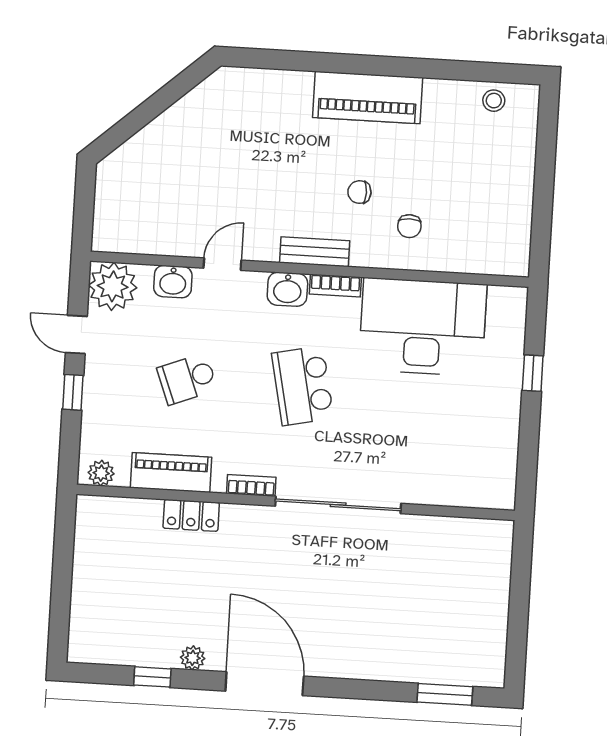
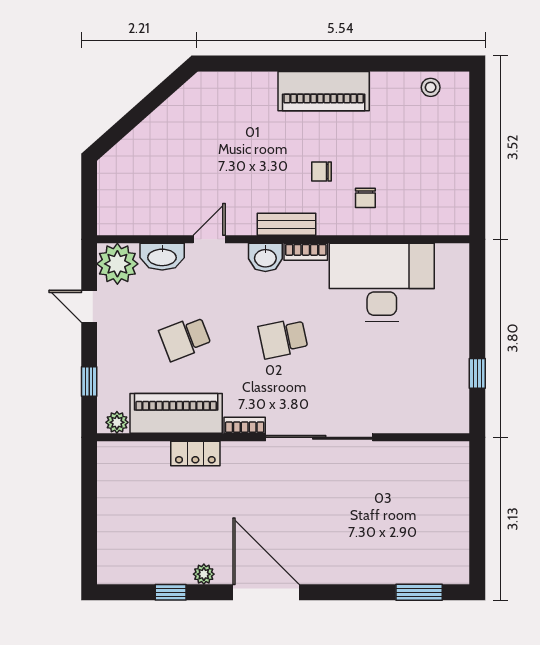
washbasin: (173, 282) -> (162, 257), width x1.38
window: (533, 373) -> (477, 373), moved
school desk: (303, 386) -> (283, 338), width x0.54
window: (73, 392) -> (89, 381), moved
piano: (171, 472) -> (176, 413), width x1.37, depth x1.33

